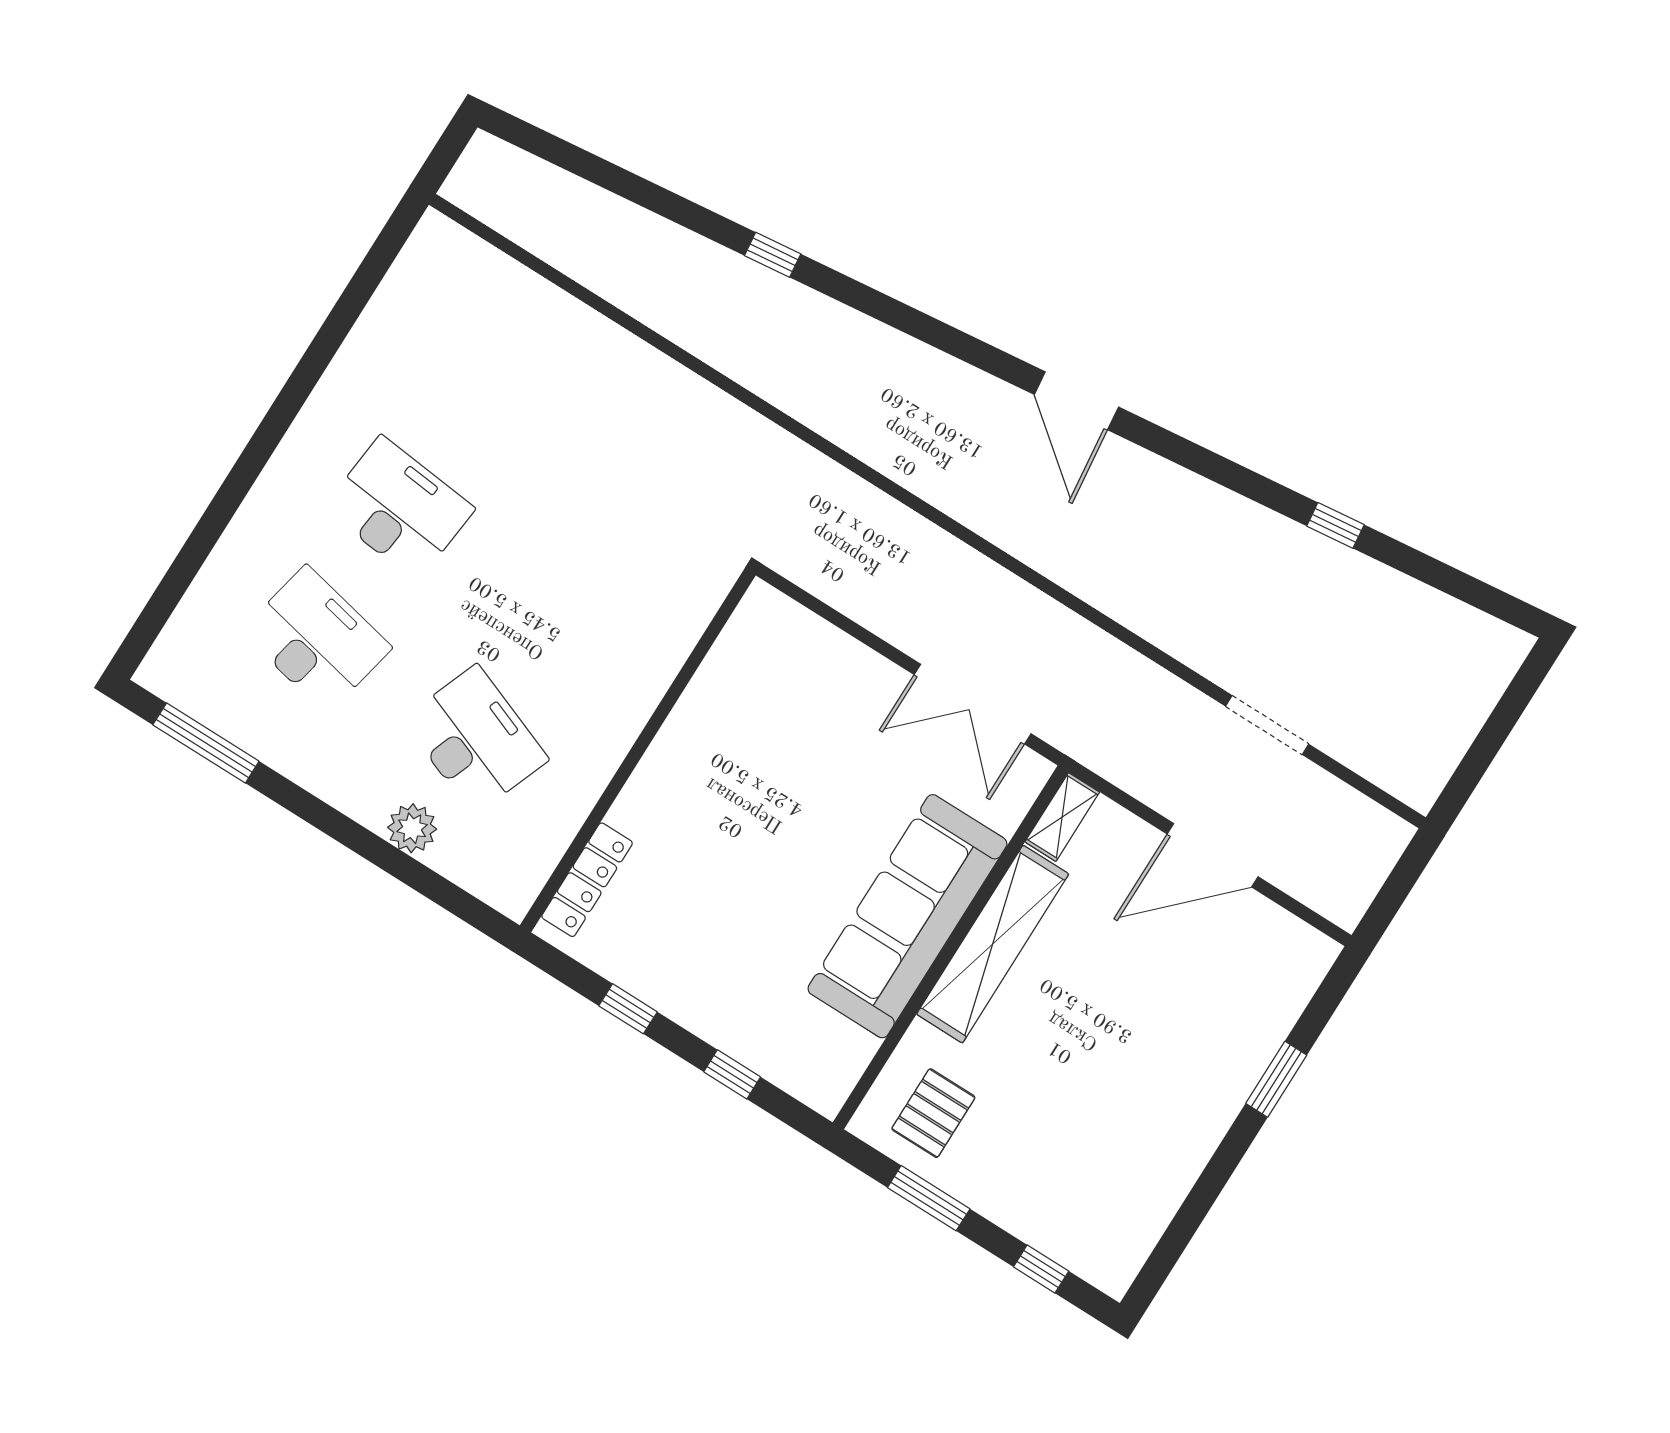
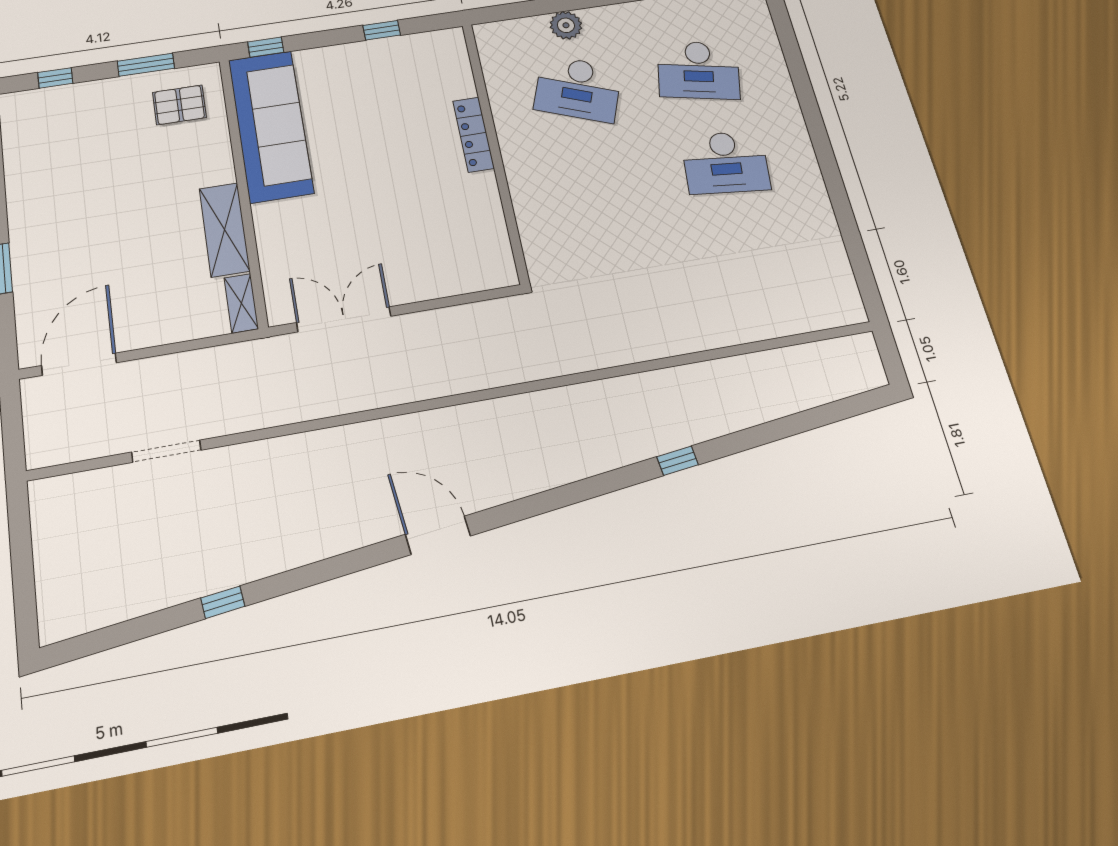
door: (1213, 855) -> (79, 364), moved
locker: (587, 880) -> (473, 135), moved
sofa: (907, 916) -> (271, 126), moved
shelving: (993, 944) -> (225, 230), width x0.68
window: (732, 1074) -> (266, 47), moved
pallet: (933, 1113) -> (179, 105), turned 90

